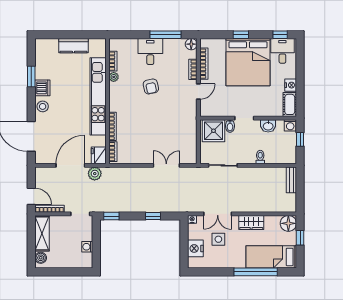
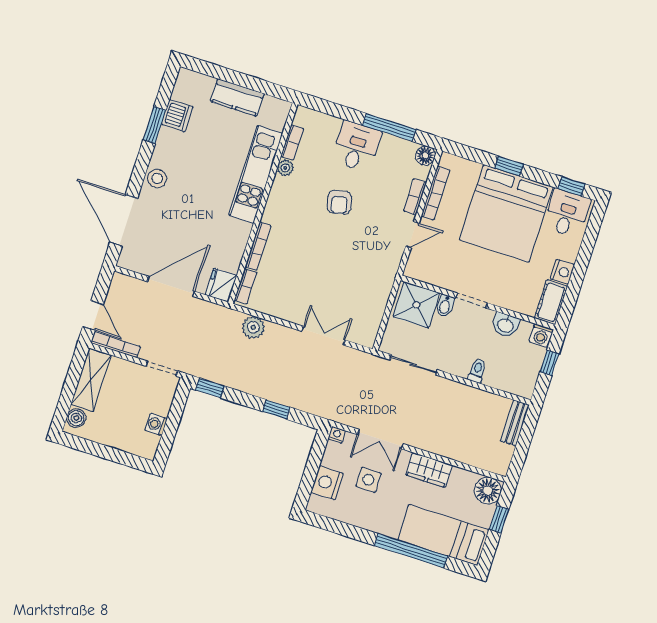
dishwasher: (42, 88) -> (177, 115), moved
kitchen unit: (98, 96) -> (256, 174), width x0.73
plant: (95, 174) -> (253, 327), moved

